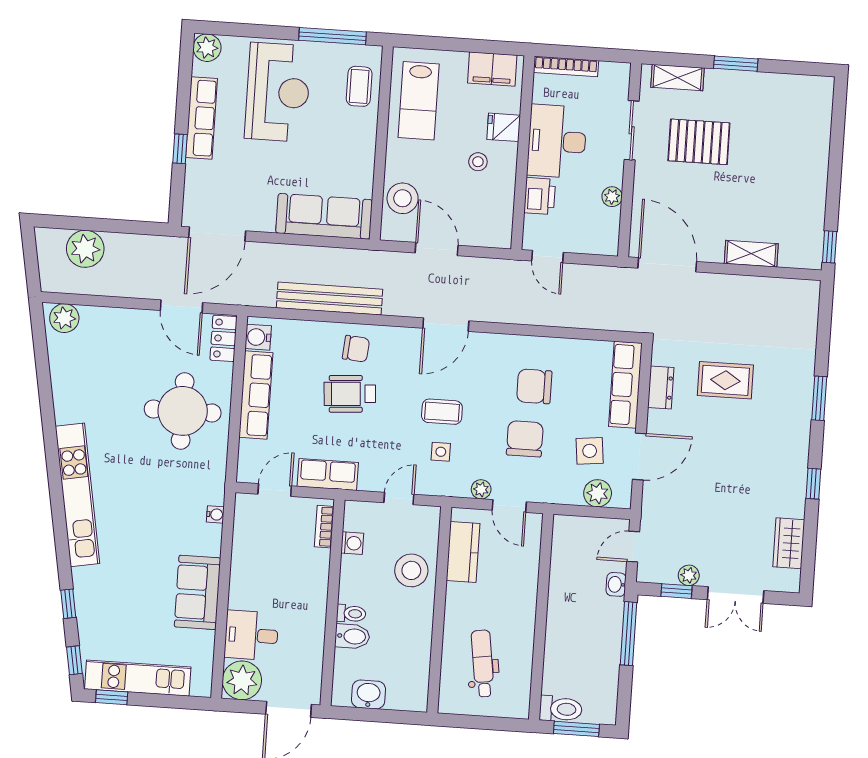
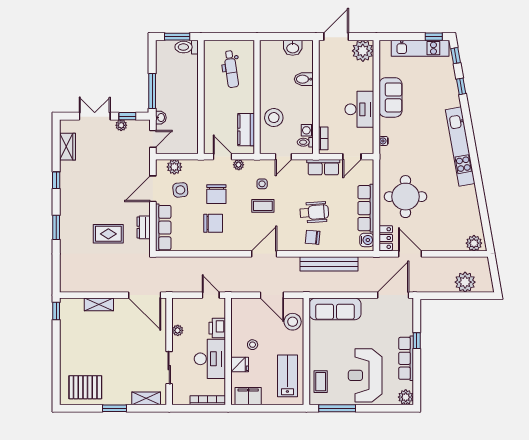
pallet: (699, 142) -> (85, 387), moved
toilet: (351, 614) -> (305, 142), moved
desk: (251, 635) -> (359, 109), moved, width x1.37

